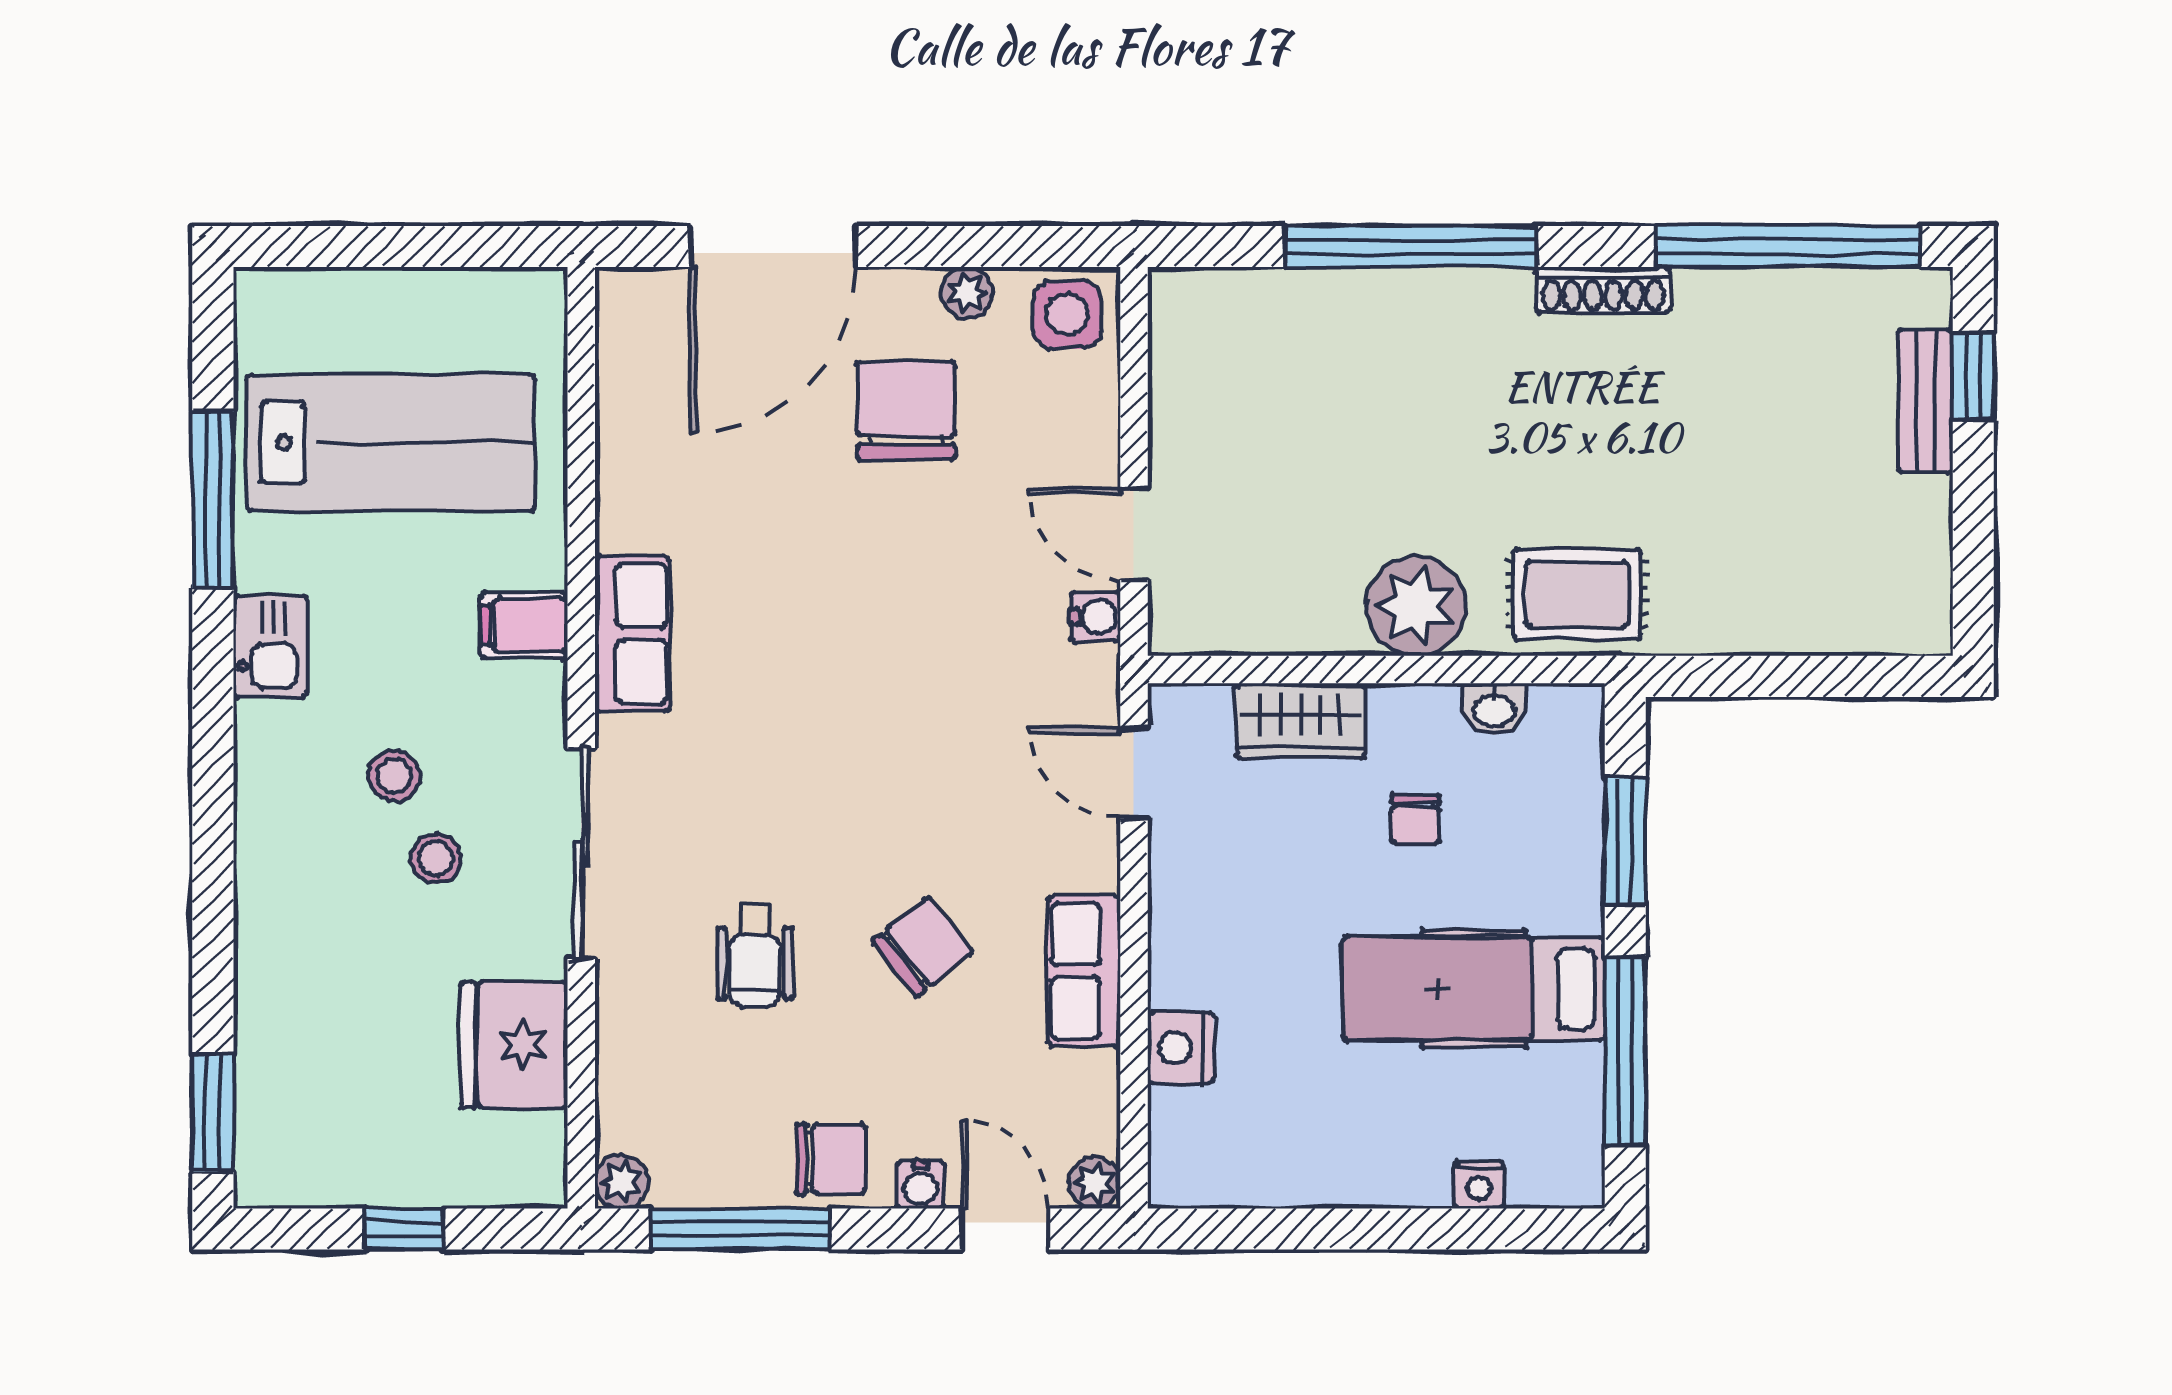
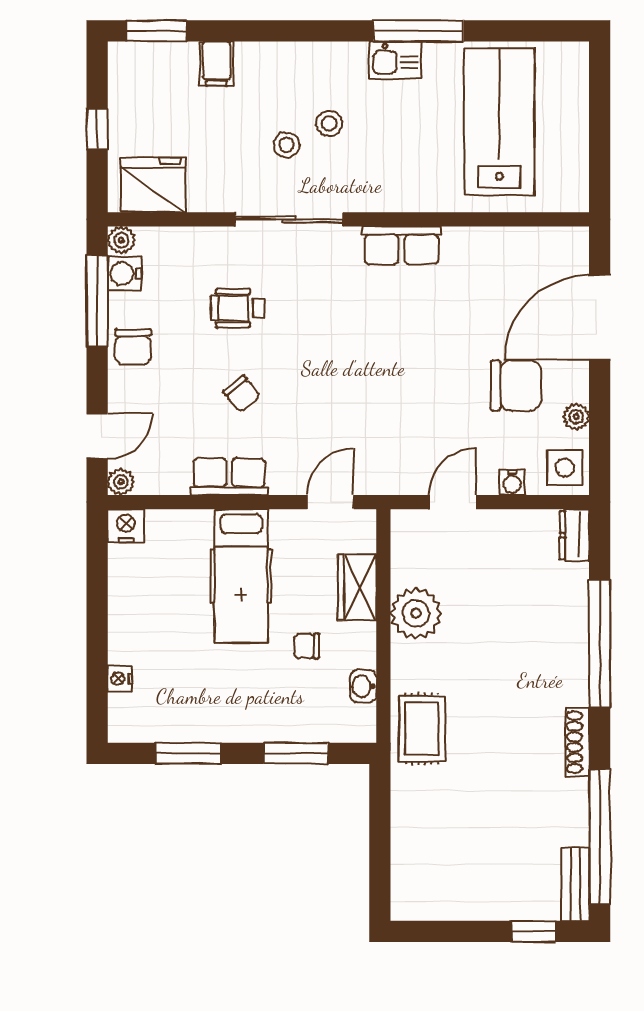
door: (773, 247) -> (600, 317), hinge flipped
dresser: (1199, 296) -> (575, 535), added
bench: (1925, 401) -> (575, 884), moved, turned 90
lab bench: (391, 443) -> (499, 122), turned 180
window: (213, 499) -> (418, 31), moved
plant: (1416, 606) -> (416, 613), moved
water cooler: (1096, 617) -> (512, 482), moved
filing cabinet: (524, 625) -> (217, 64), moved, turned 180
chair: (923, 946) -> (242, 394), width x0.73, depth x0.73
hospital bed: (1474, 989) -> (241, 576), moved, turned 180
fridge: (514, 1045) -> (153, 185), moved
nightstand: (1181, 1048) -> (126, 526), moved
window: (1625, 1051) -> (188, 753), width x0.69
water cooler: (921, 1185) -> (124, 273), moved, width x1.38, depth x1.38

